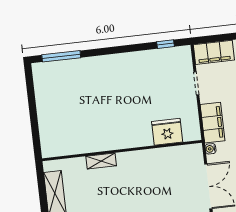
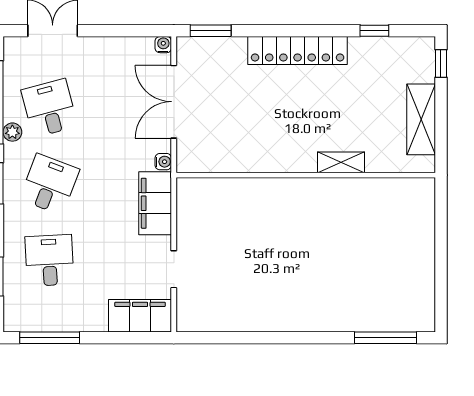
window: (166, 44) -> (216, 338), removed
fridge: (167, 132) -> (230, 197), removed

